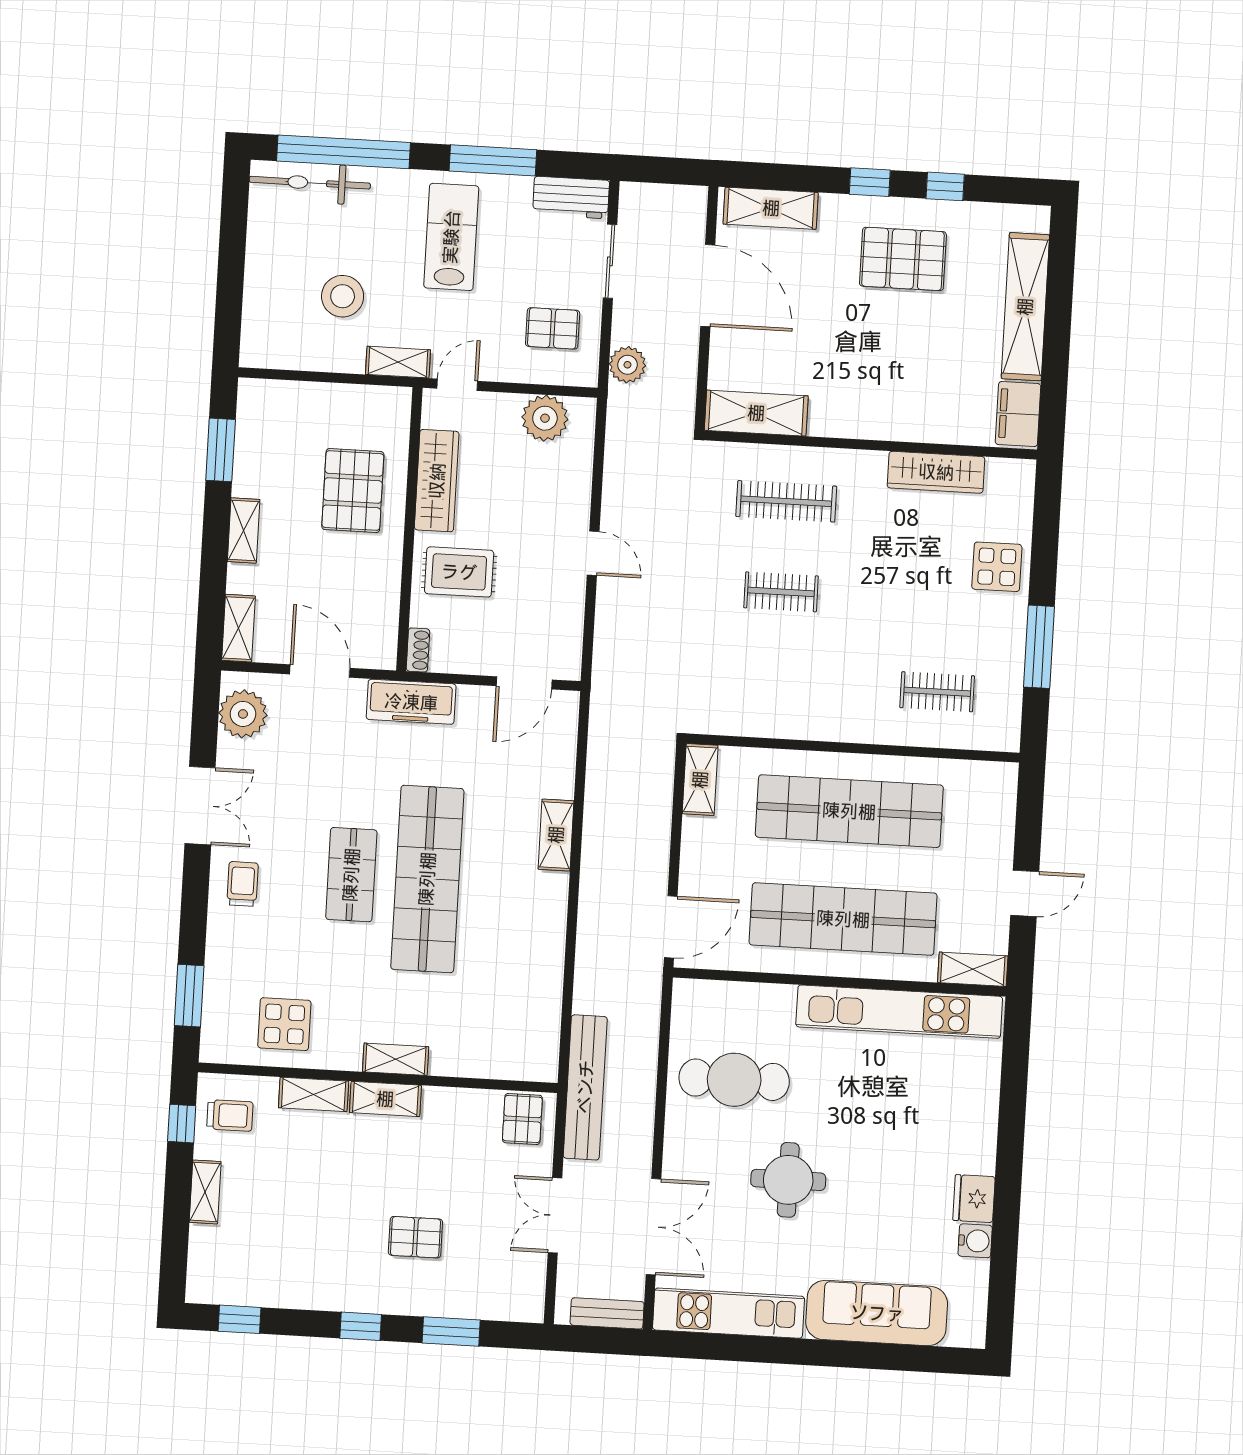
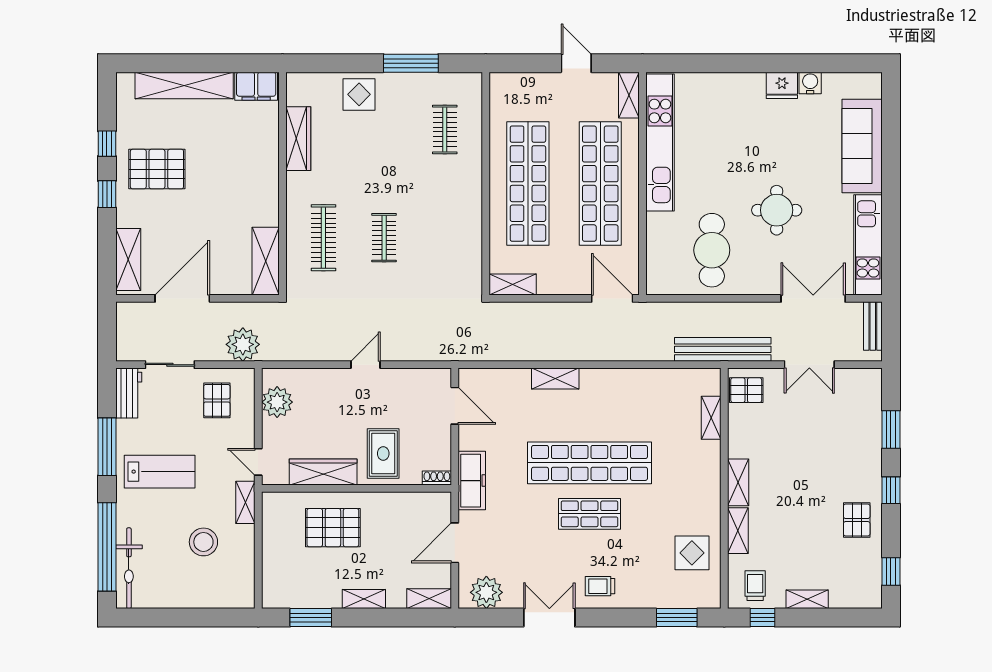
lab bench: (451, 237) -> (160, 472), turned 180
pallet: (903, 259) -> (157, 169), turned 90
plant: (627, 365) -> (243, 344), width x1.36, depth x1.36
shelving: (396, 1059) -> (711, 418), moved
pallet: (415, 1237) -> (857, 520), moved

